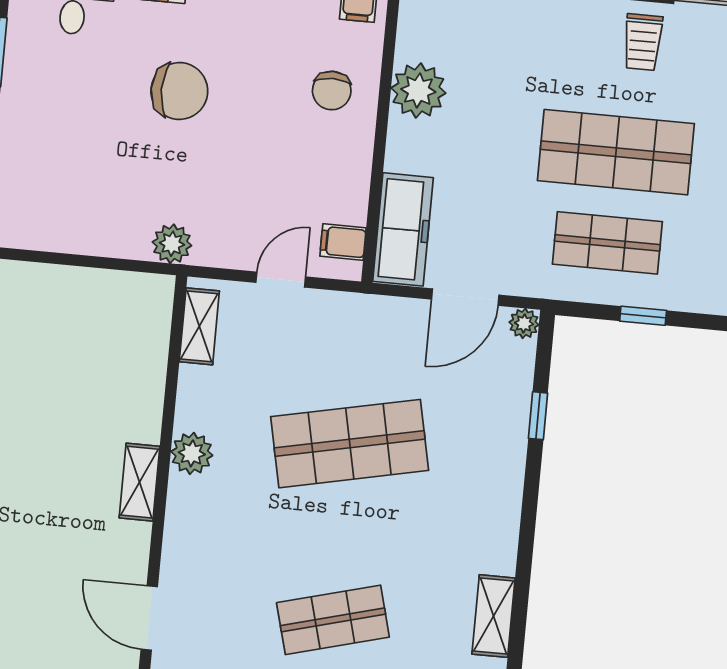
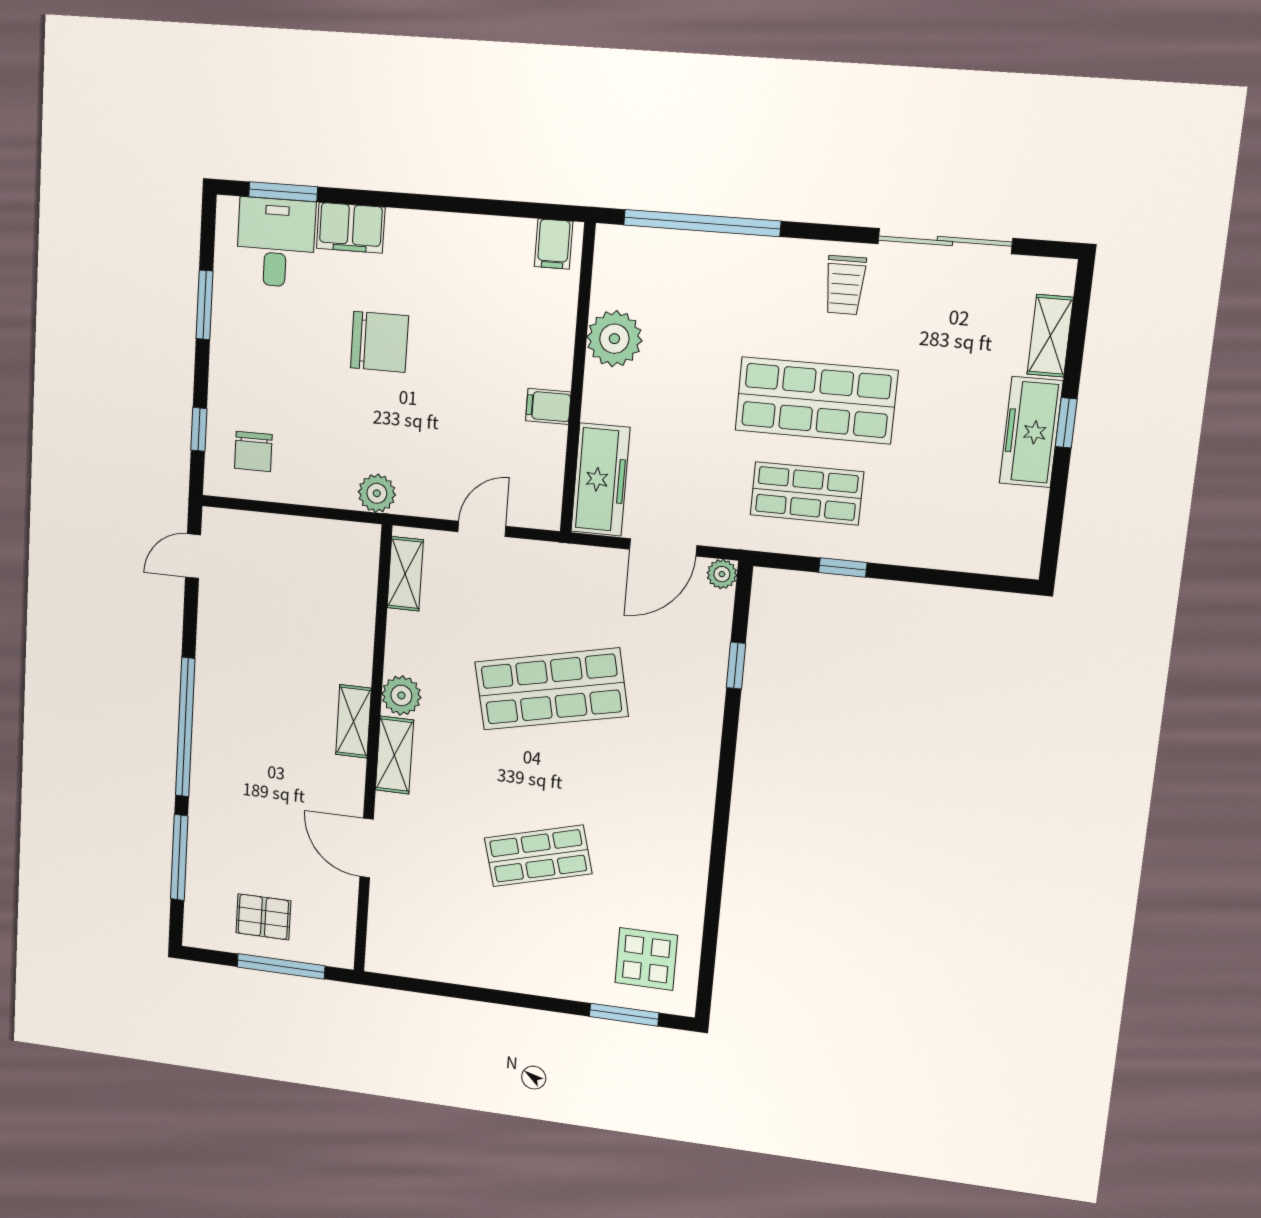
chair: (332, 91) -> (253, 451), moved
filing cabinet: (343, 242) -> (548, 406), moved
shelving: (493, 616) -> (394, 755), moved

